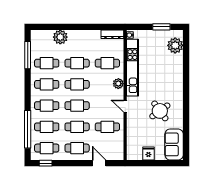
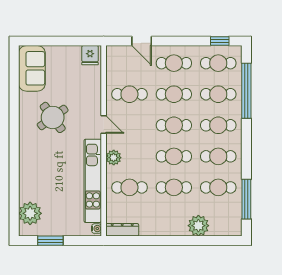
fridge: (148, 153) -> (90, 55), moved

